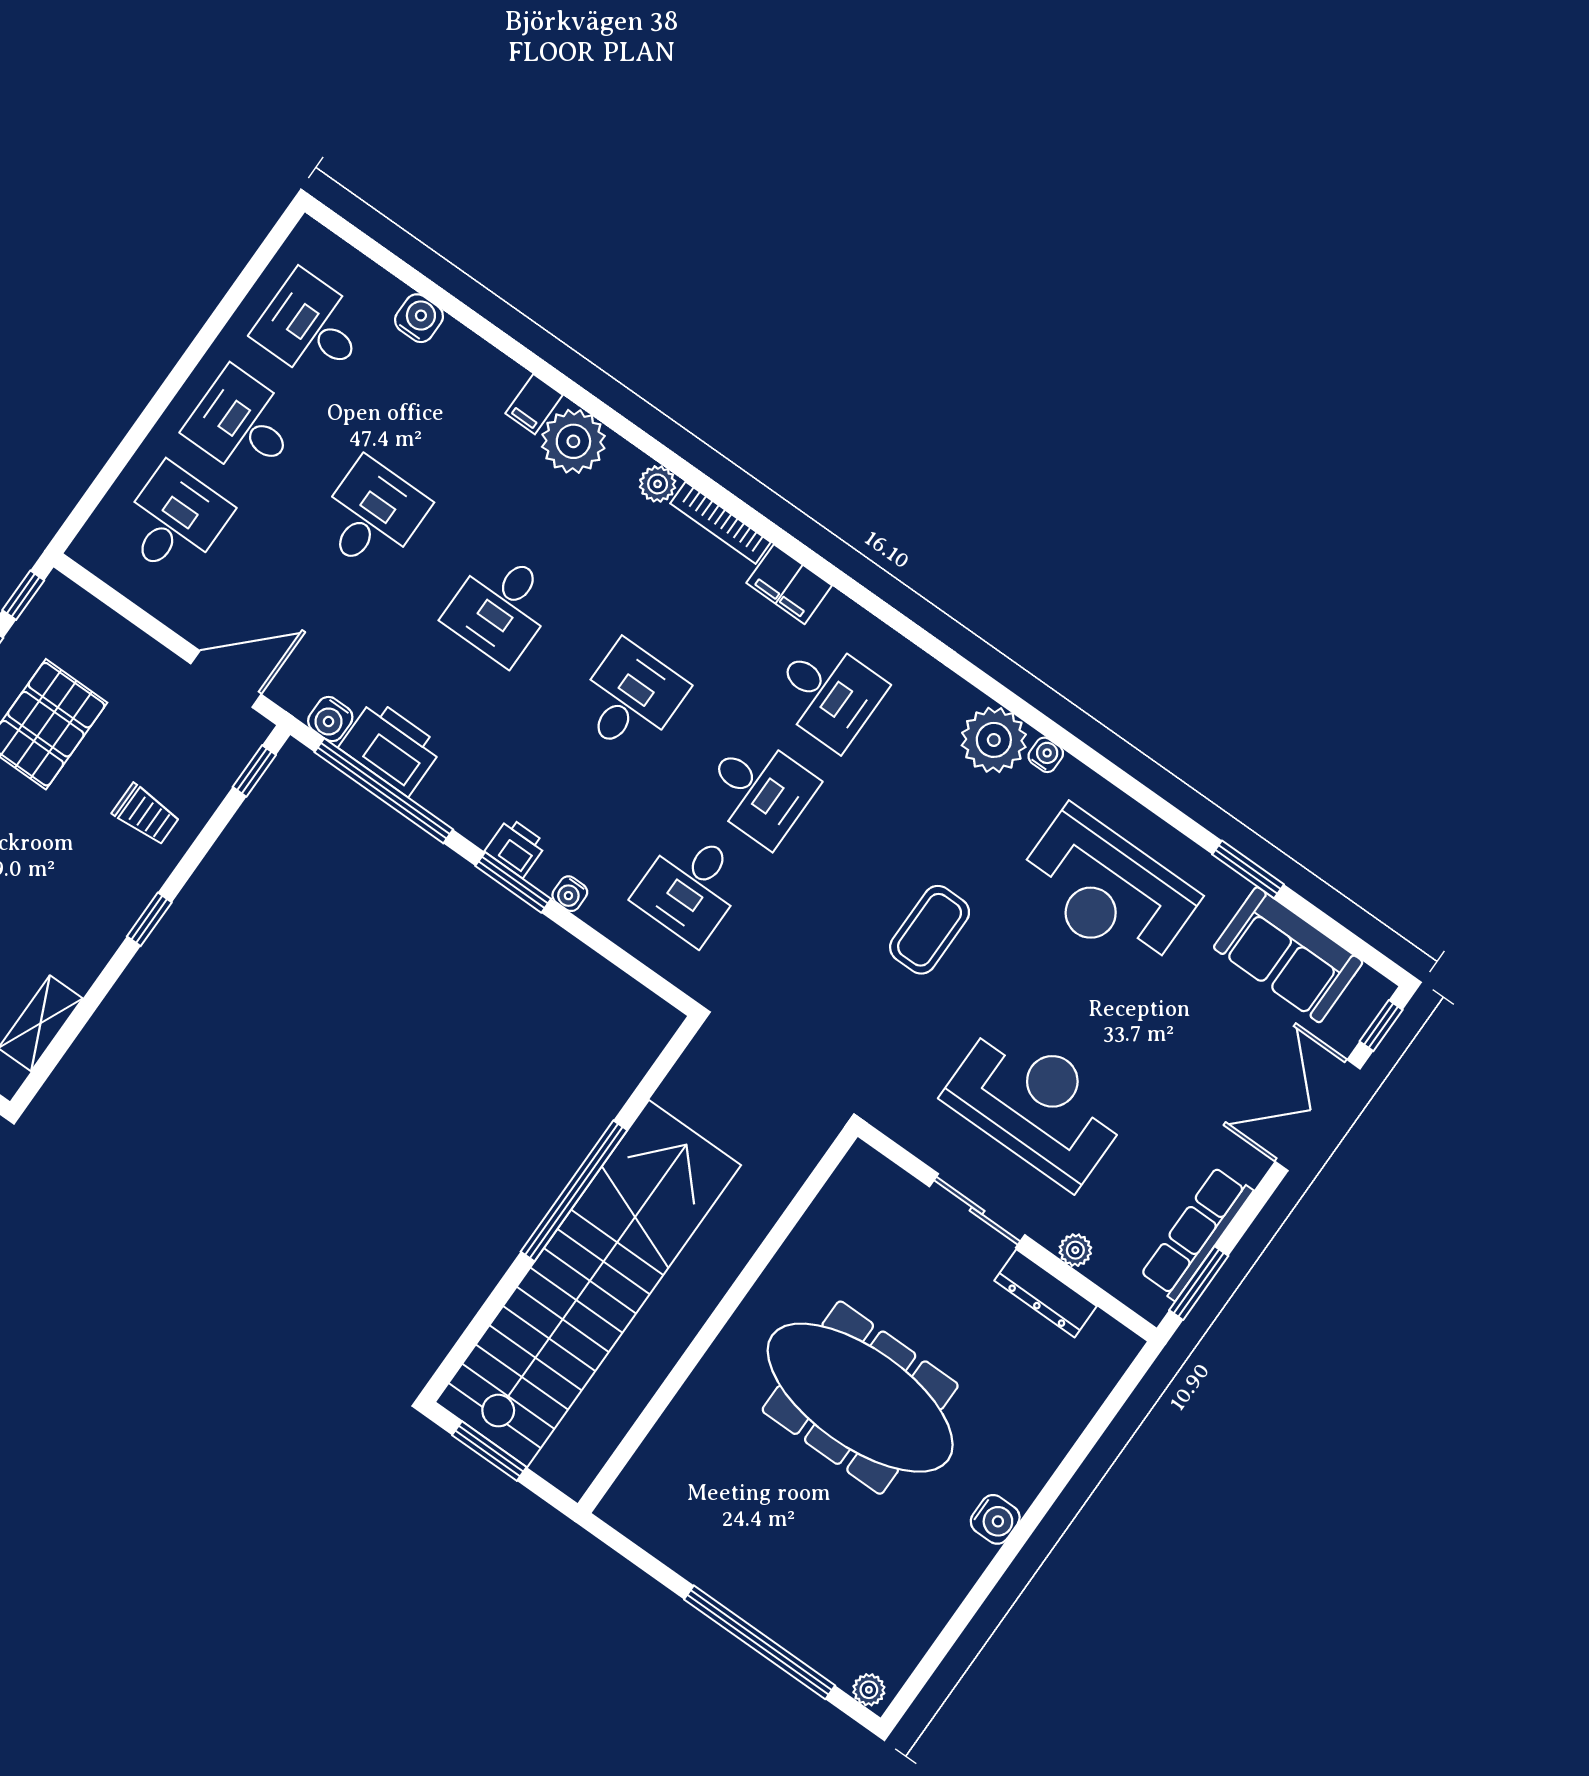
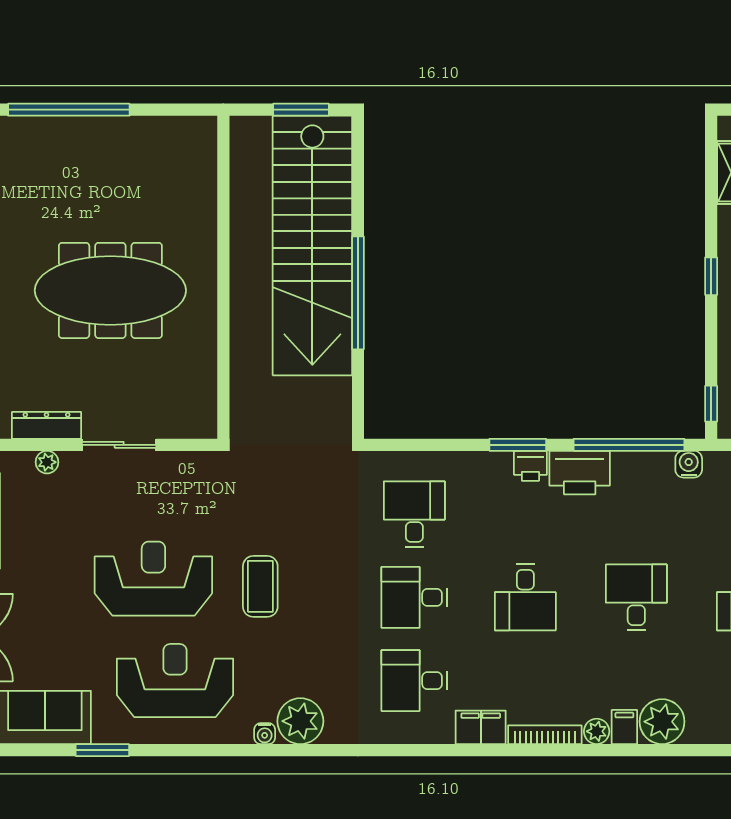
filing cabinet: (534, 404) -> (624, 727), moved
printer: (391, 747) -> (580, 473), moved
water cooler: (570, 894) -> (481, 461), removed
reception desk: (1036, 1104) -> (153, 579), moved, turned 180

